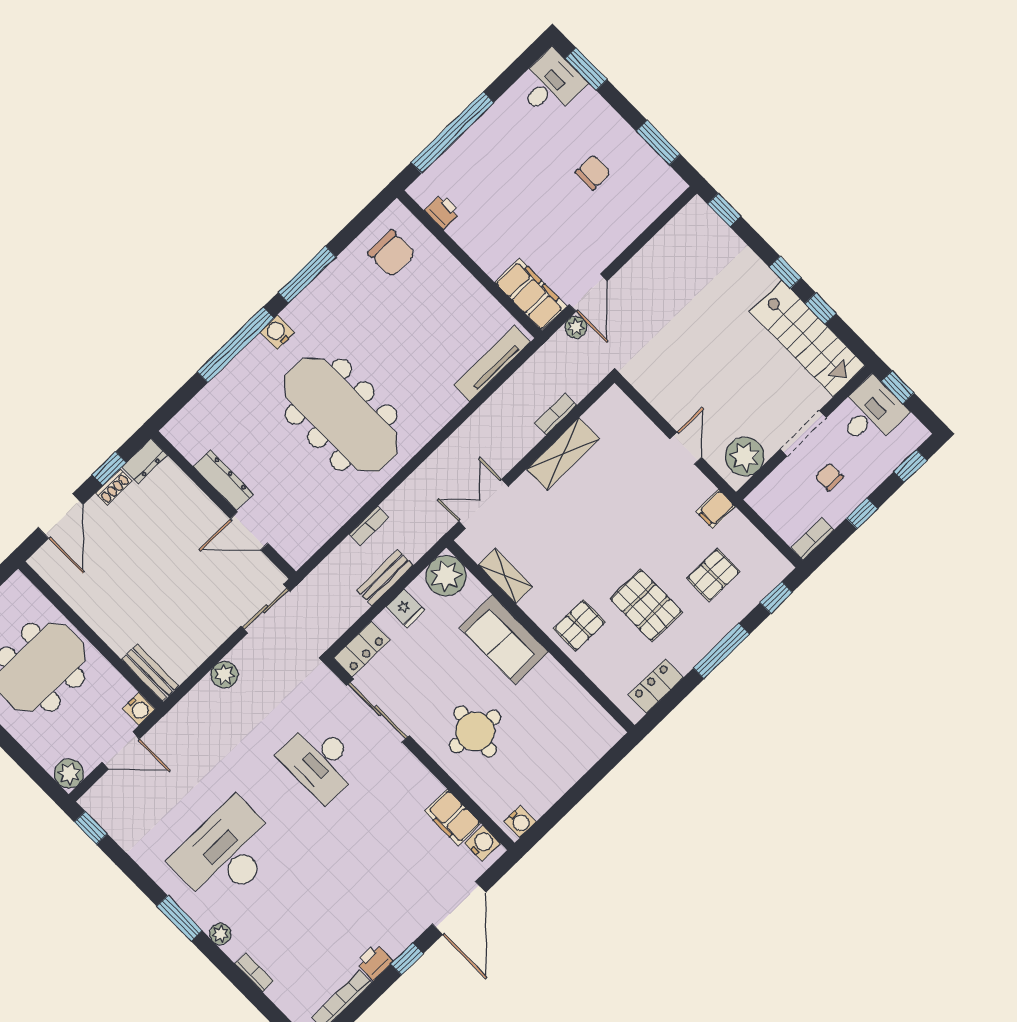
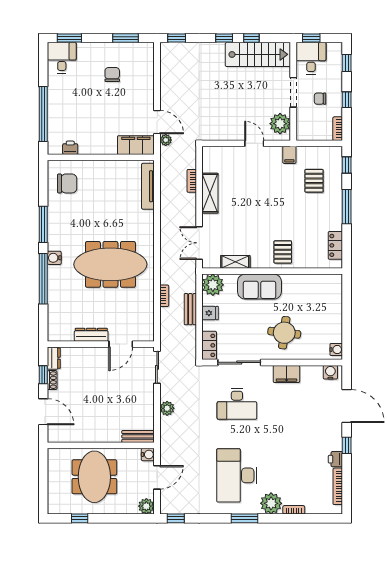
pallet: (646, 605) -> (300, 218), removed
filing cabinet: (453, 817) -> (286, 374), moved
plant: (220, 934) -> (271, 503), width x1.88, depth x1.88

